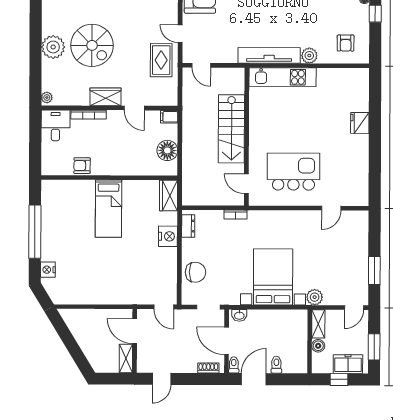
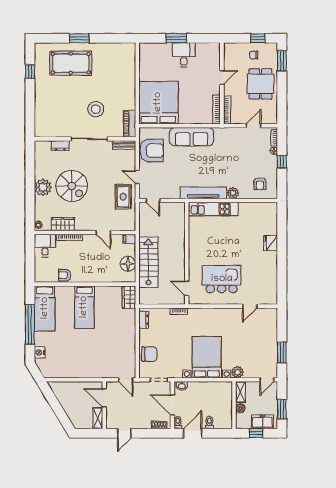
wardrobe: (106, 97) -> (63, 224), moved
stairs: (231, 129) -> (148, 262), moved, turned 180
bed: (55, 210) -> (45, 308), added
nightstand: (168, 236) -> (129, 328), removed

